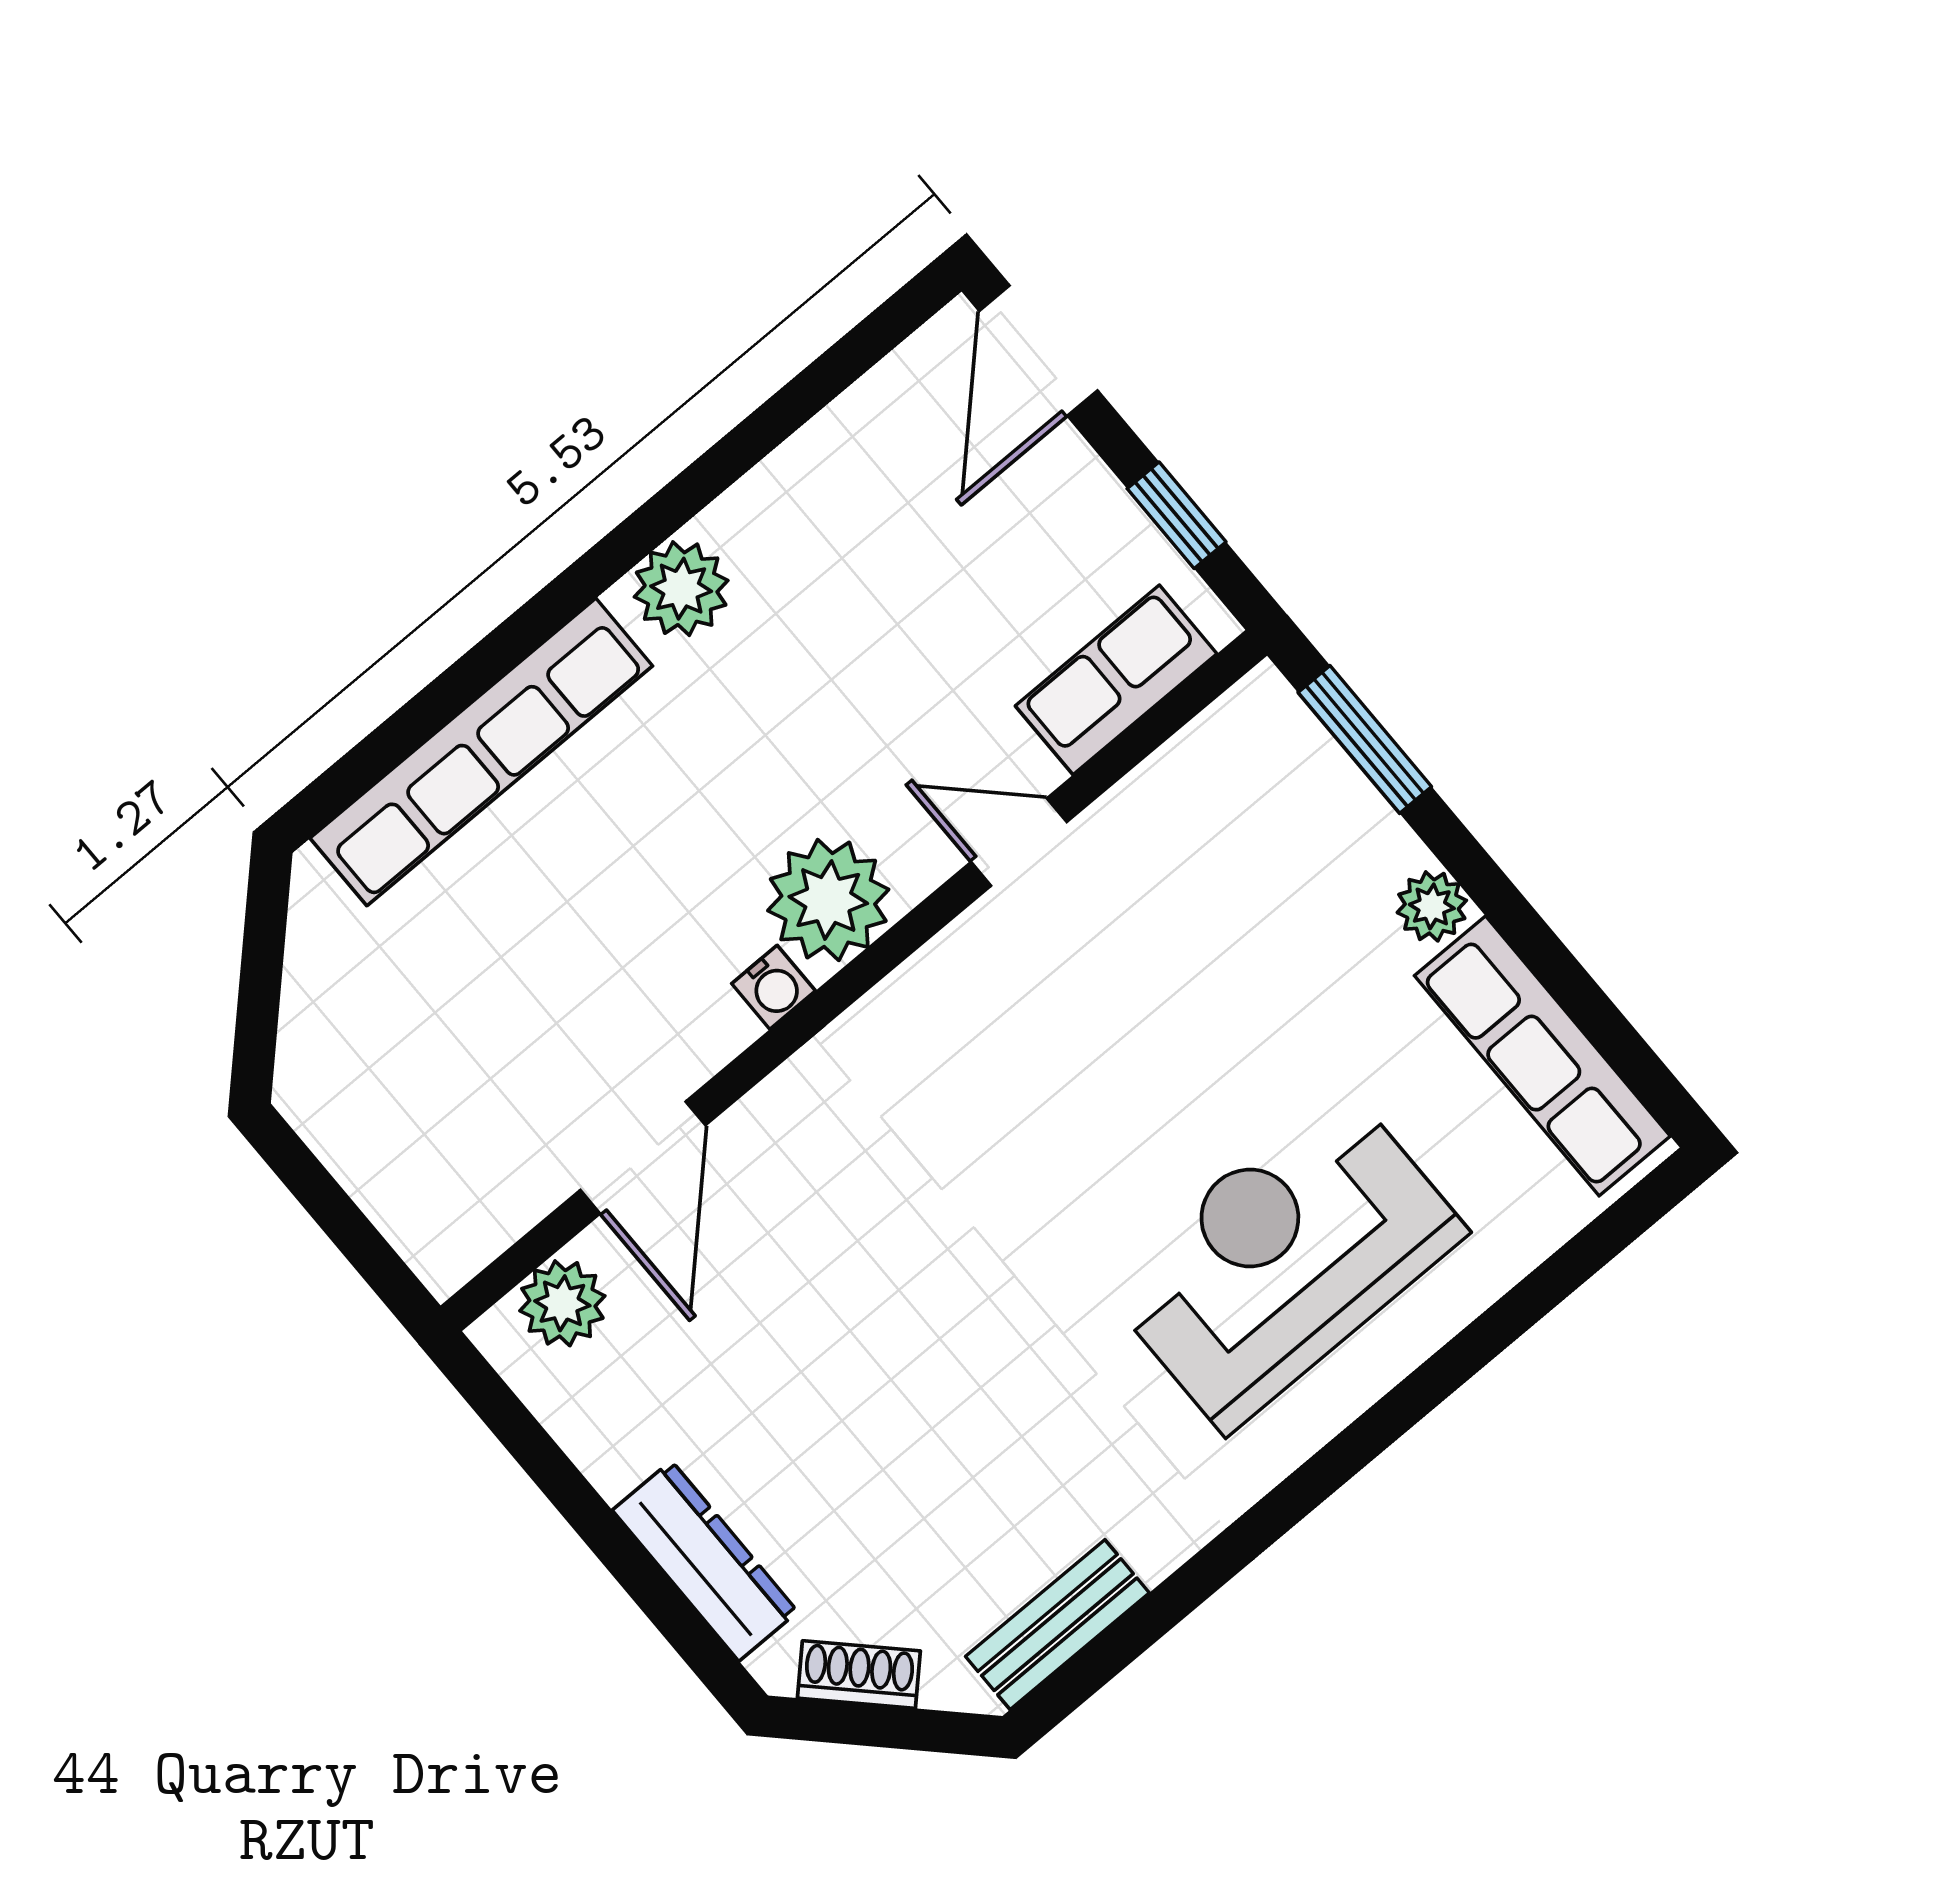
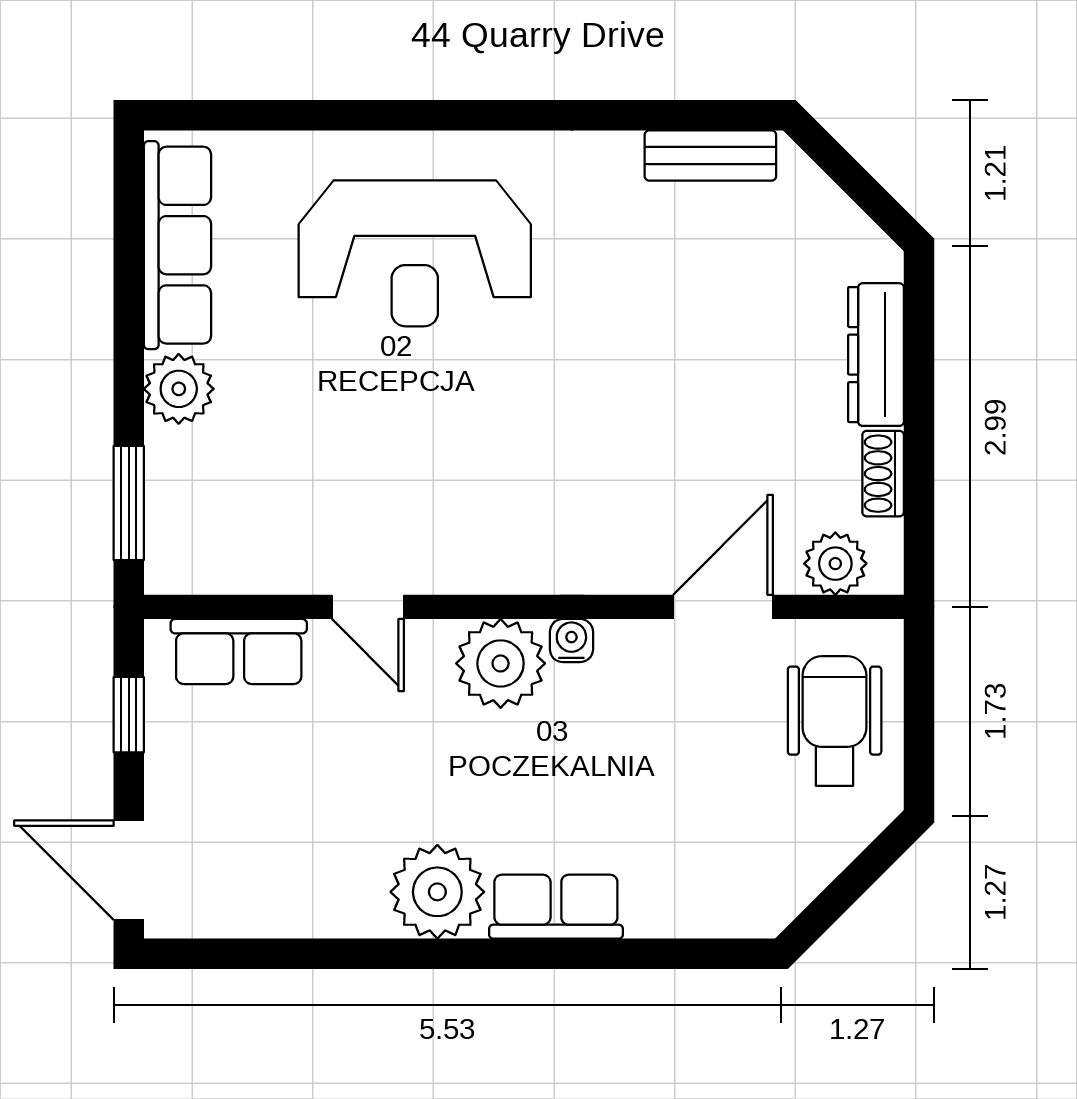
door: (1038, 351) -> (129, 870), swing flipped
plant: (681, 589) -> (437, 892), width x1.36, depth x1.36
row of seats: (481, 752) -> (556, 907), width x0.50
plant: (1432, 906) -> (179, 389), width x1.38, depth x1.38
wheelchair: (423, 1136) -> (835, 721), added
shoe rack: (859, 1674) -> (883, 474), moved, turned 45

